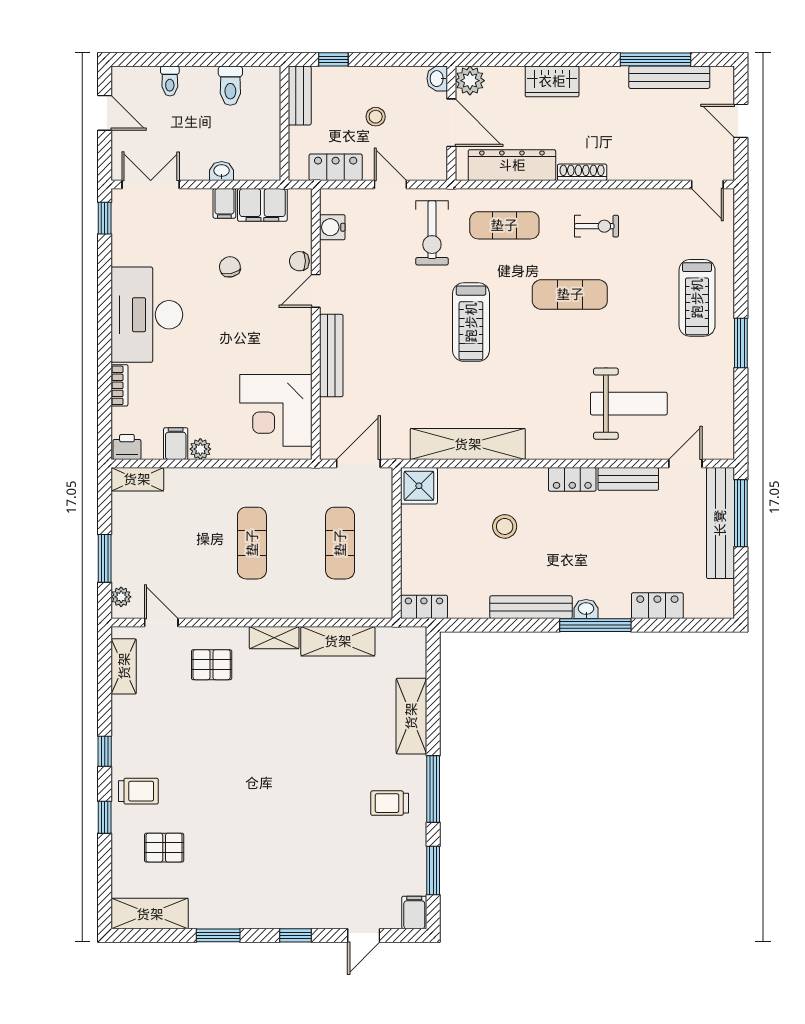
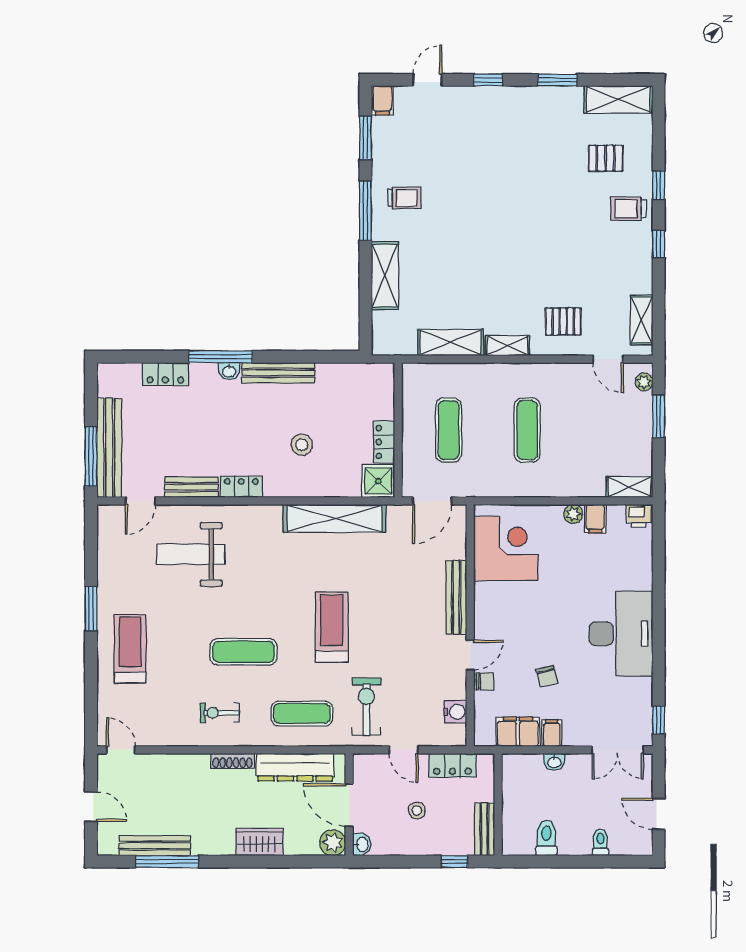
bookcase: (119, 385) -> (645, 571), removed
locker: (424, 607) -> (384, 442), moved, turned 90

